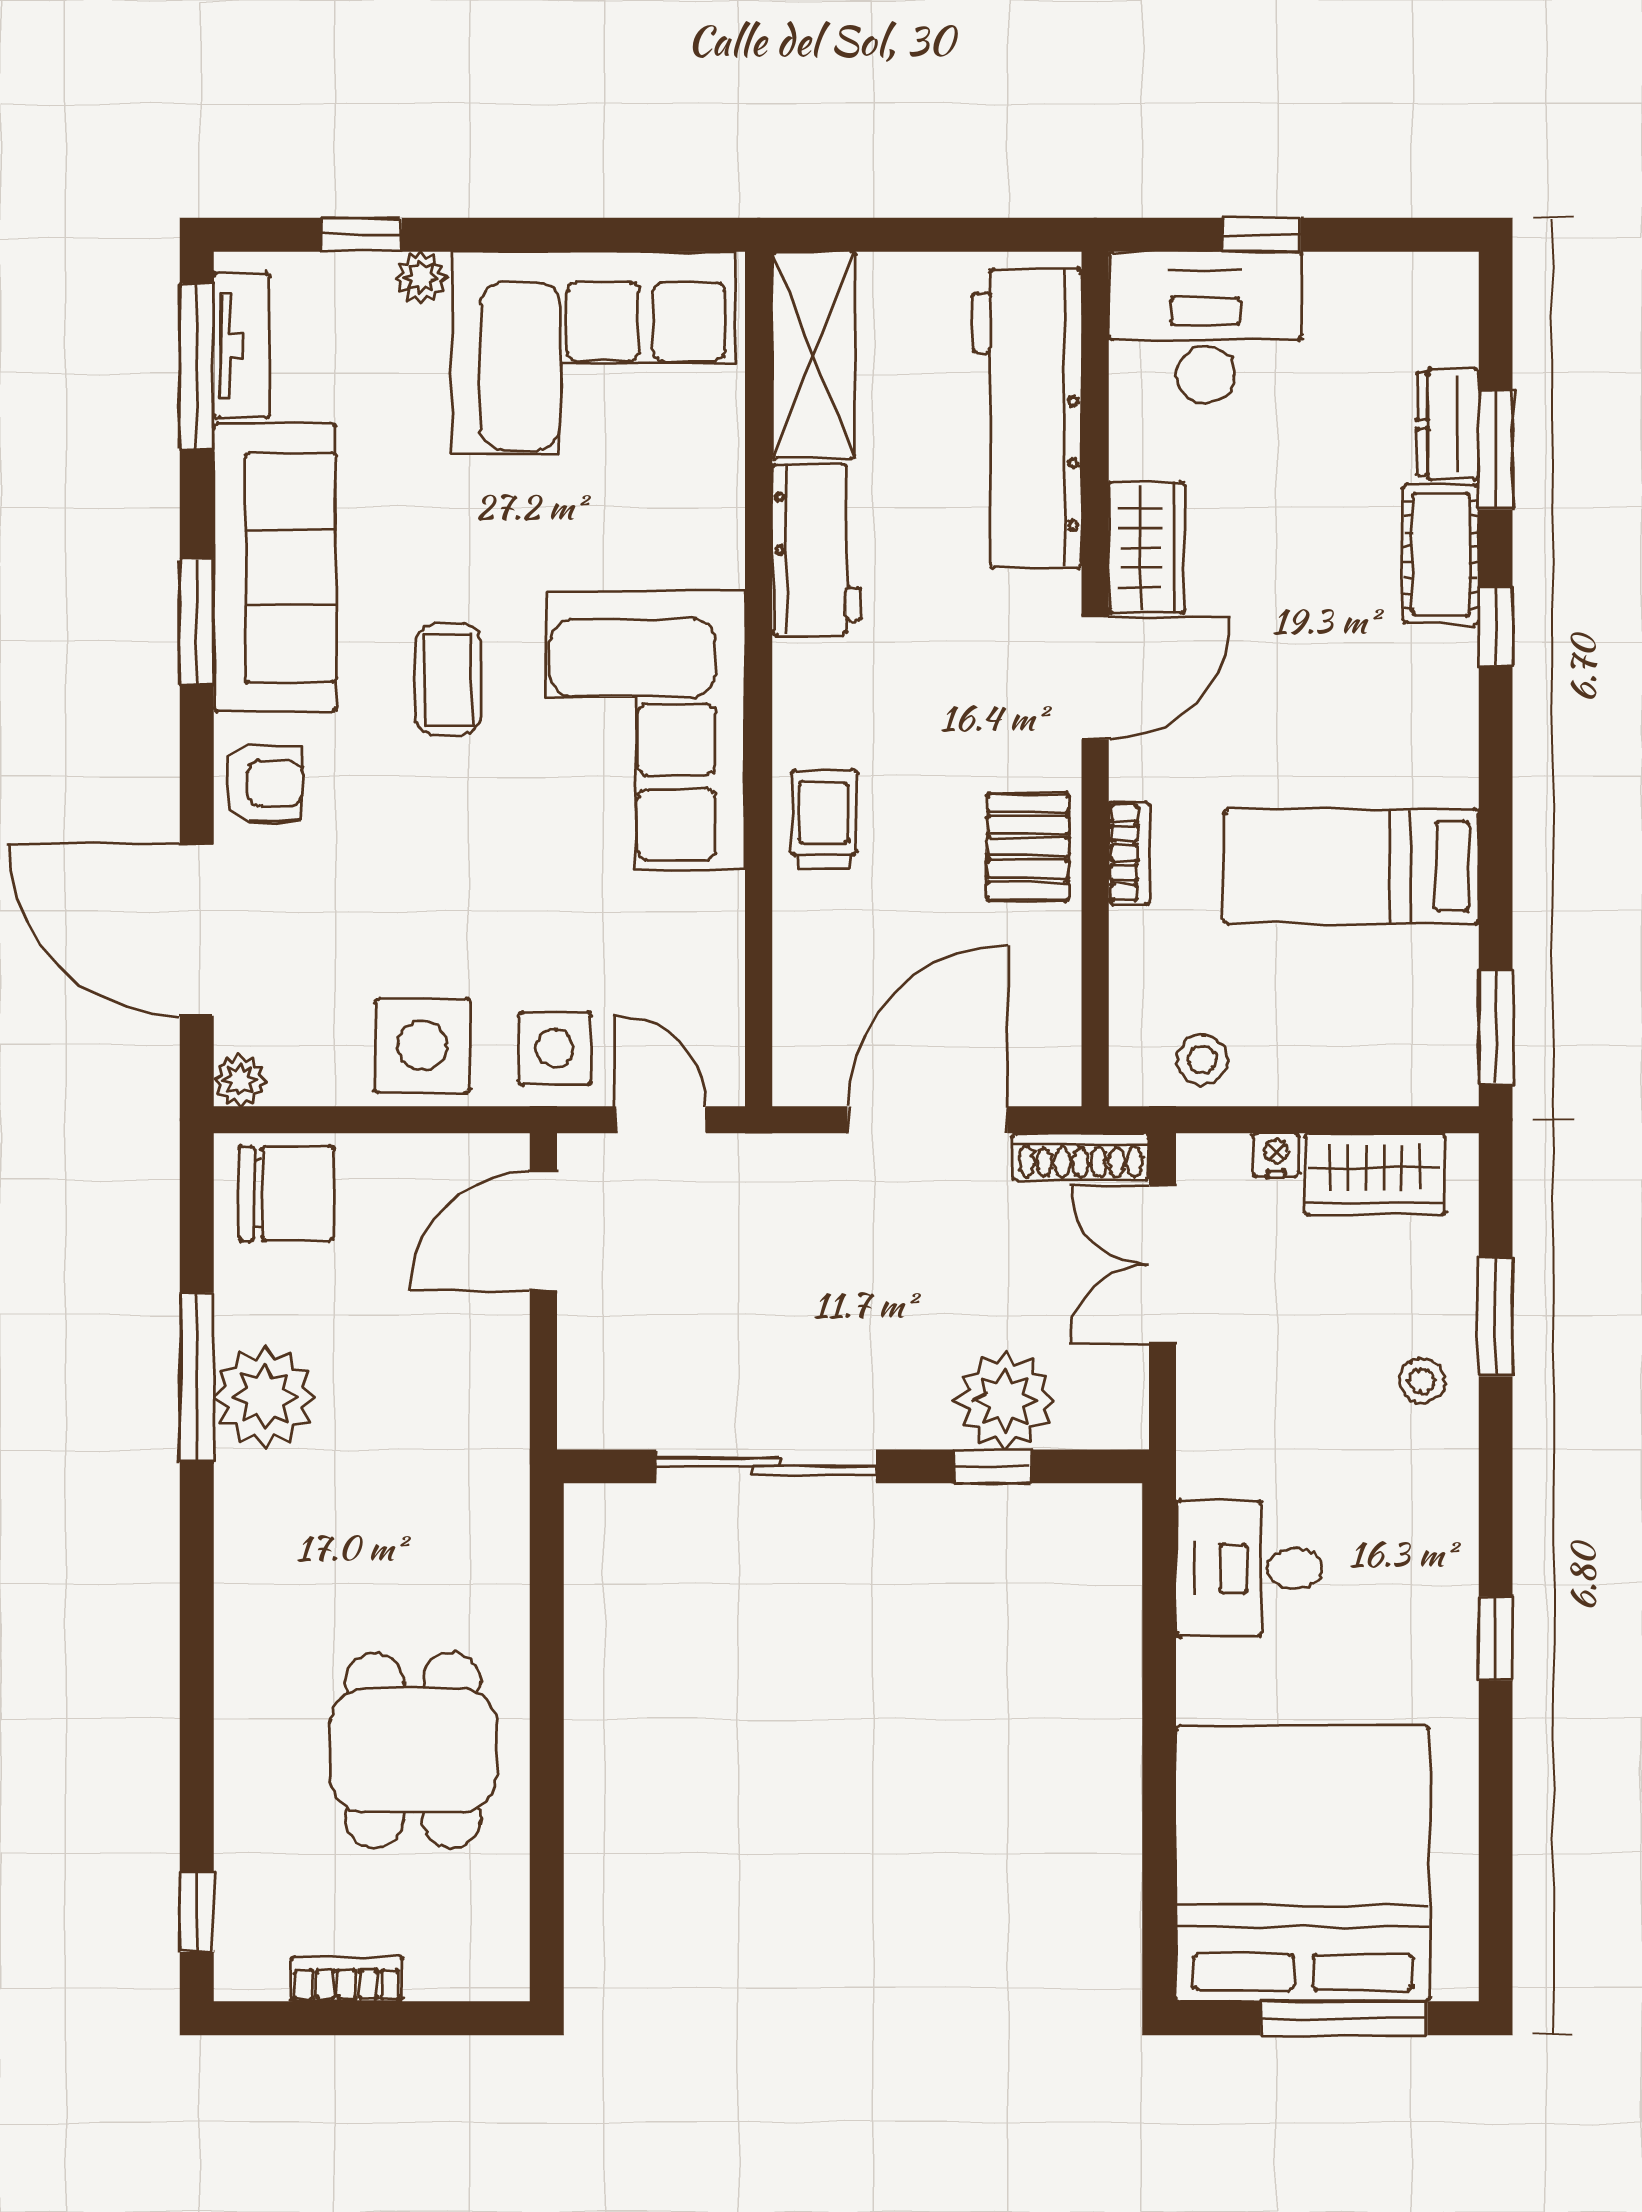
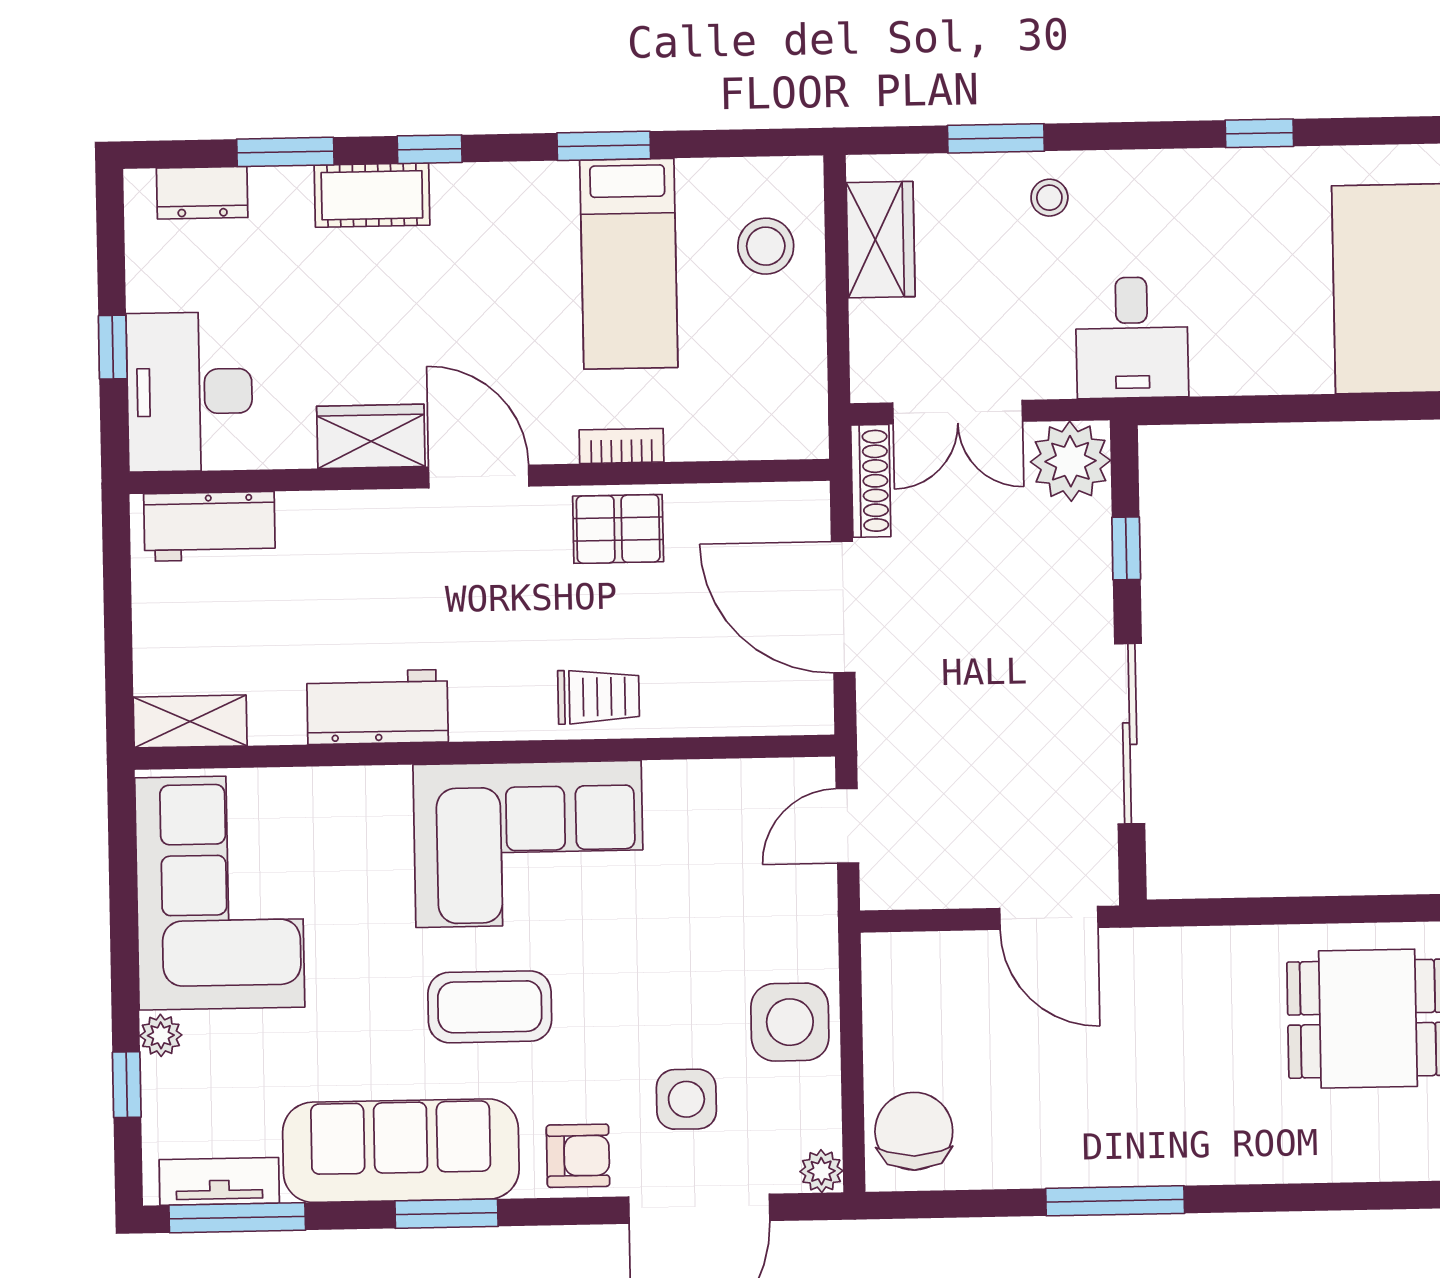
shelving: (813, 355) -> (190, 721), width x0.67, depth x0.75
workbench: (1027, 418) -> (210, 526), width x0.53, depth x0.76
dresser: (1448, 424) -> (202, 193), moved
coffee table: (448, 679) -> (490, 1007), width x1.36, depth x1.30
armchair: (264, 783) -> (578, 1156), turned 90
trolley: (824, 819) -> (599, 697), turned 180
window: (1496, 1027) -> (604, 146), moved
side table: (555, 1048) -> (686, 1099), moved
stool: (1202, 1059) -> (766, 246), moved, width x1.37, depth x1.37
nightstand: (1276, 1155) -> (867, 321), removed
door: (543, 1231) -> (1049, 918), moved
window: (197, 1377) -> (1115, 1201), moved
plant: (265, 1397) -> (1081, 1146), removed
plant: (1006, 1400) -> (1070, 461), moved
desk: (1249, 1569) -> (1132, 338), moved

